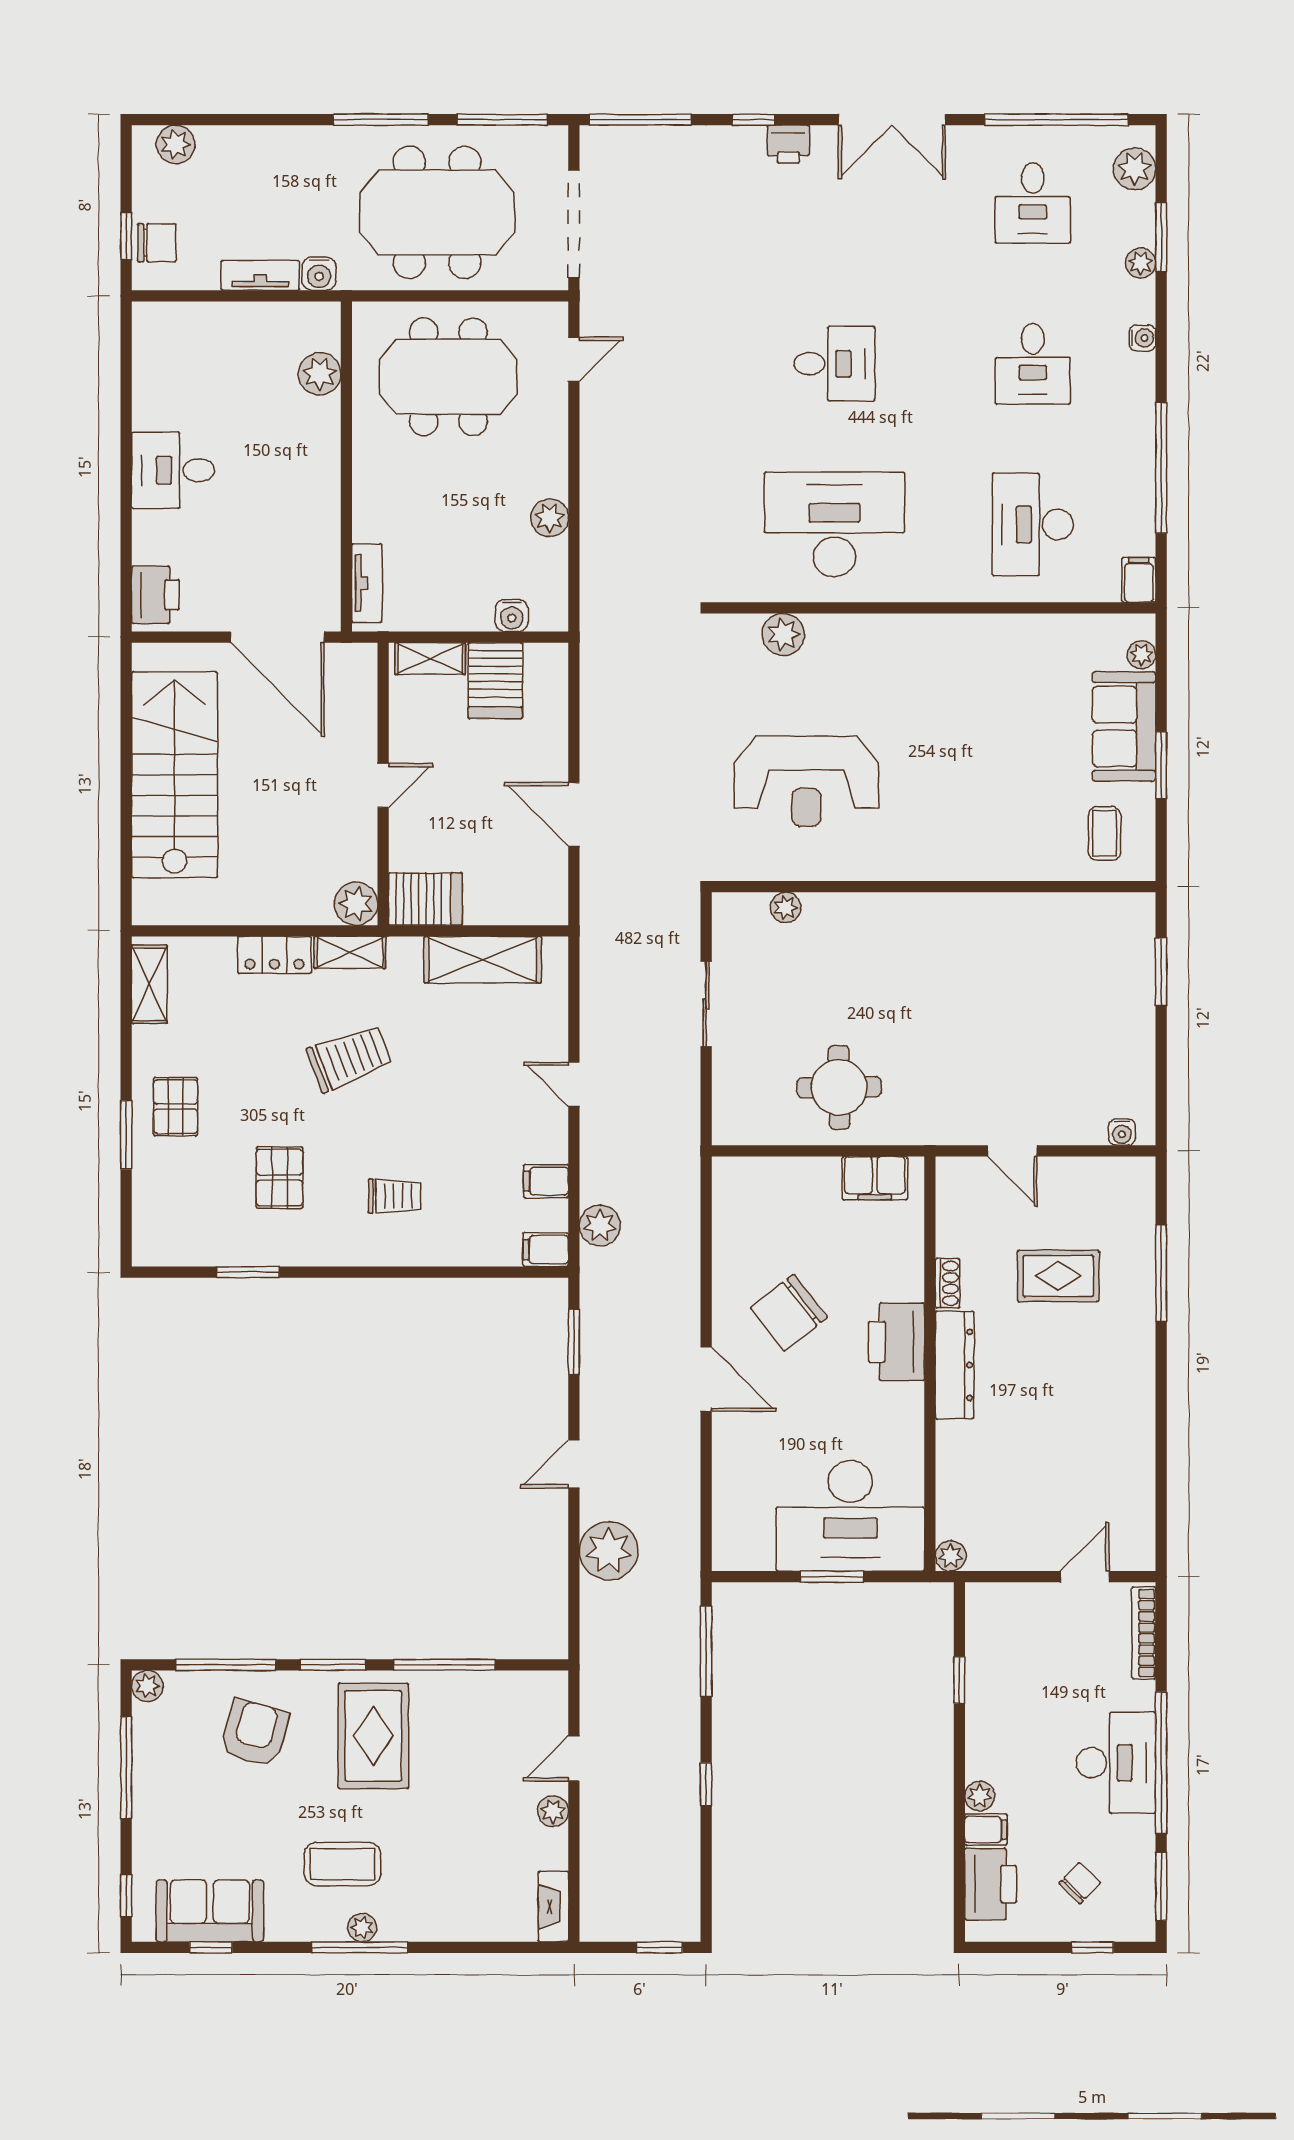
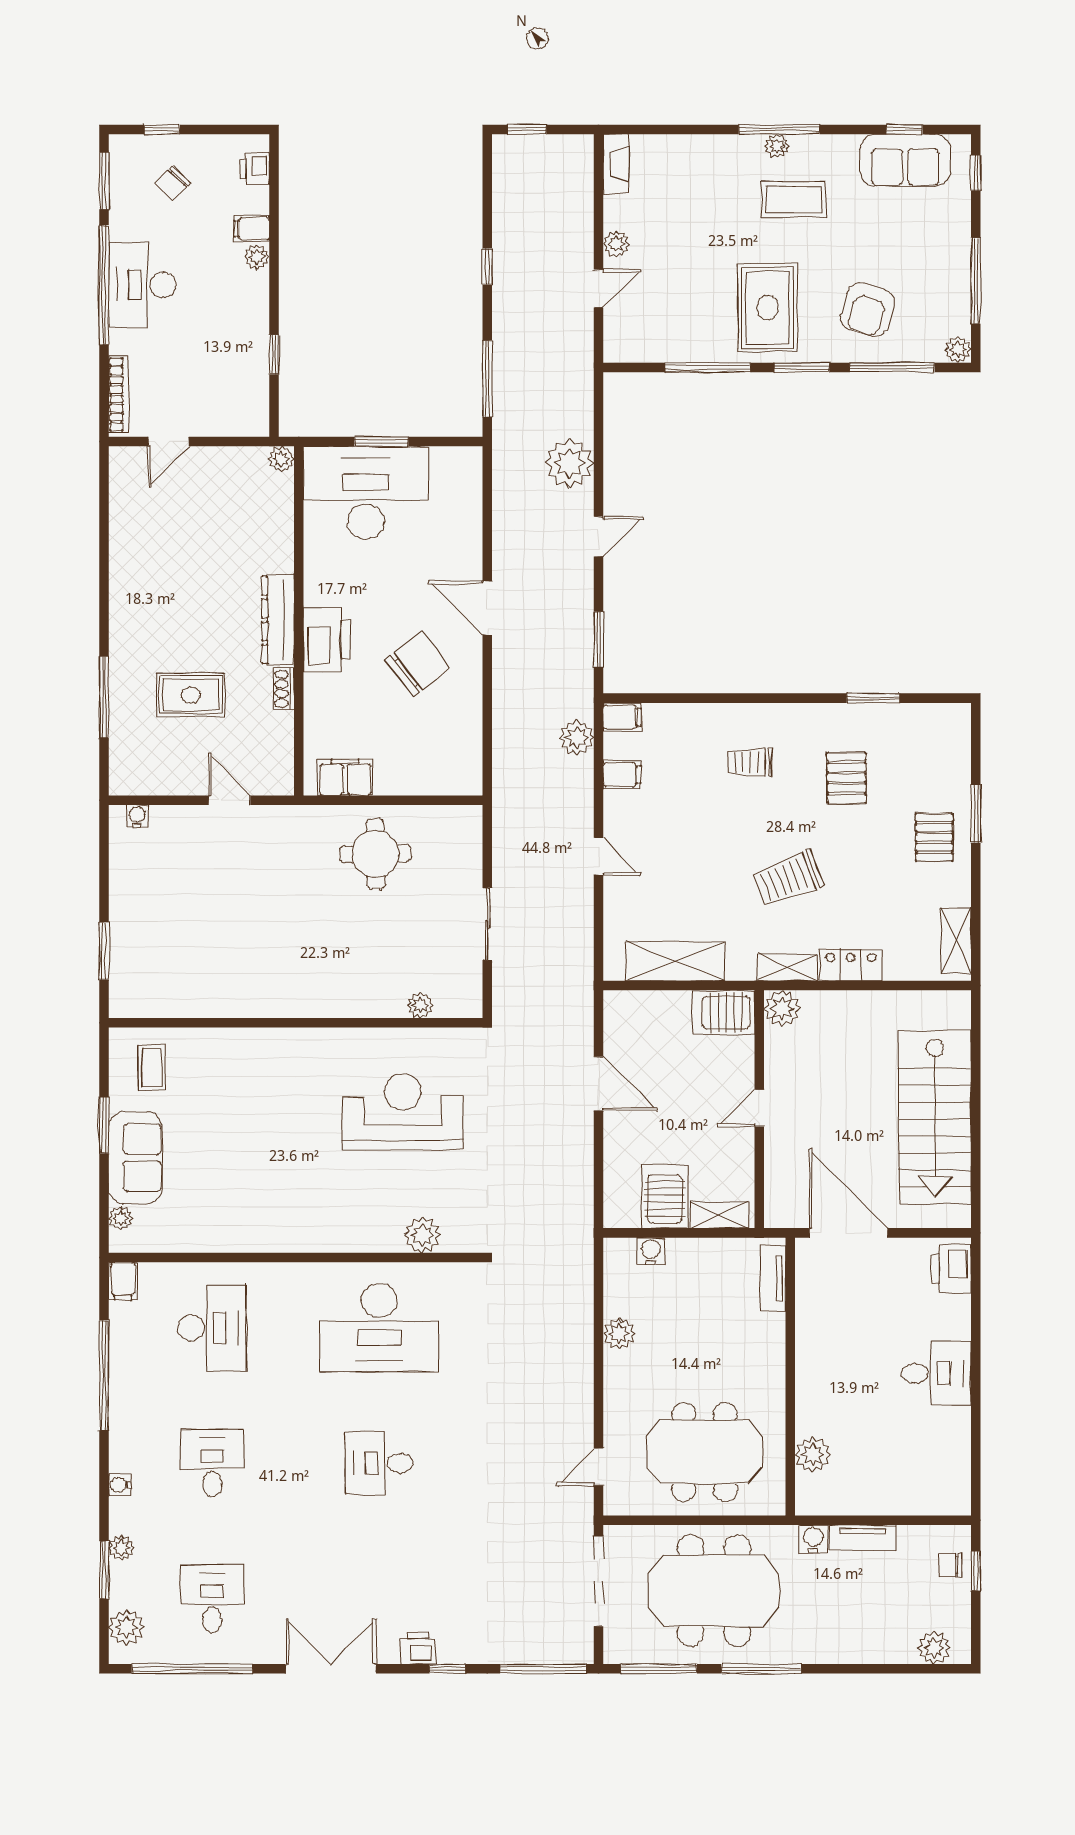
chair: (157, 243) -> (950, 1565), width x0.73, depth x0.73
printer: (991, 1884) -> (255, 169), width x0.53, depth x0.68

